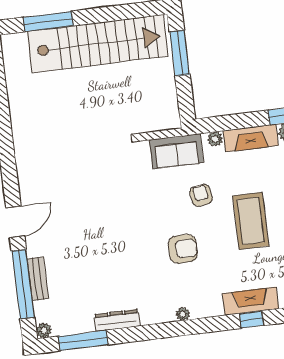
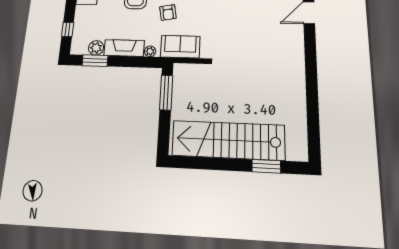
window: (48, 21) -> (266, 166), width x0.69
window: (180, 53) -> (166, 93), moved

